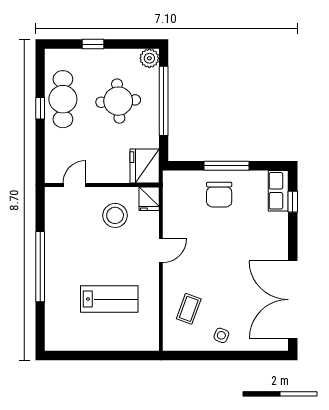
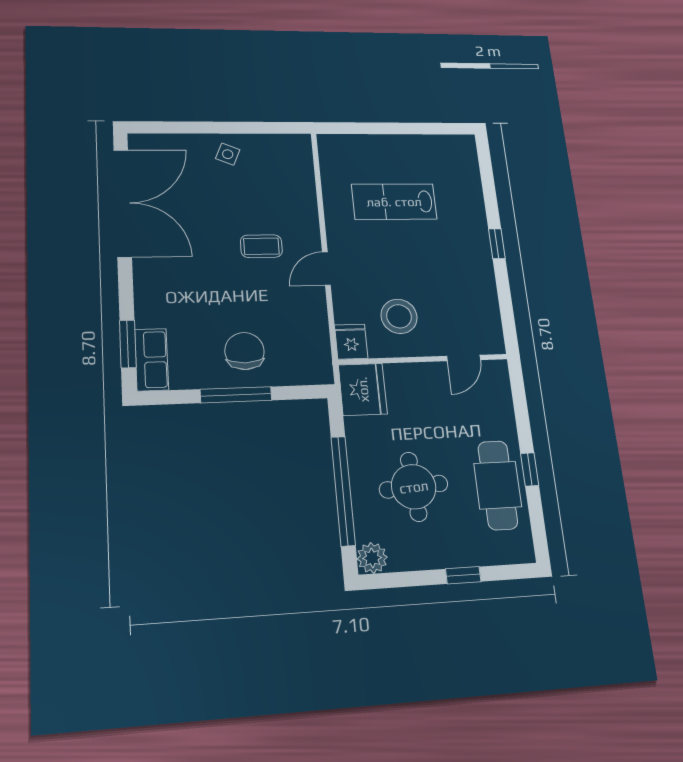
window: (293, 202) -> (128, 344), width x1.50
window: (40, 267) -> (497, 244), width x0.32
coffee table: (189, 309) -> (261, 246), moved, turned 70

